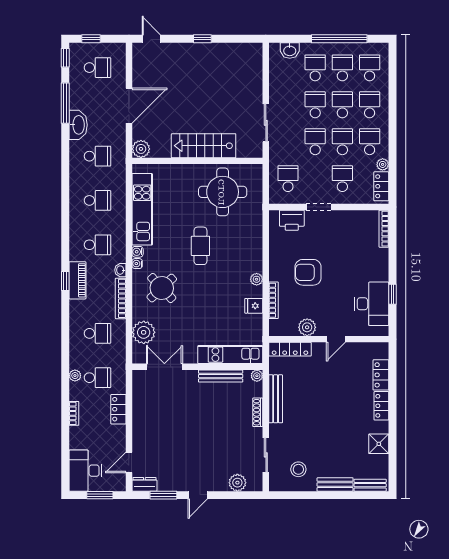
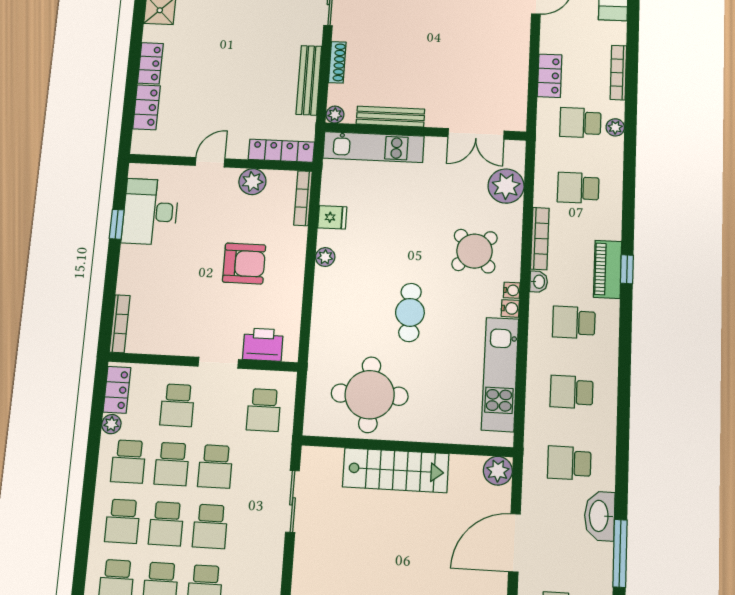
bookcase: (274, 300) -> (303, 198), moved
bookcase: (74, 413) -> (618, 73), width x1.56

